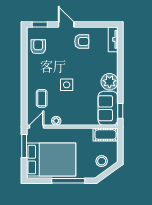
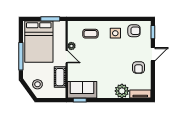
plant: (109, 82) -> (122, 91), moved
side table: (67, 85) -> (115, 33), moved
door: (36, 127) -> (67, 57), moved
cot: (105, 135) -> (60, 77), moved

